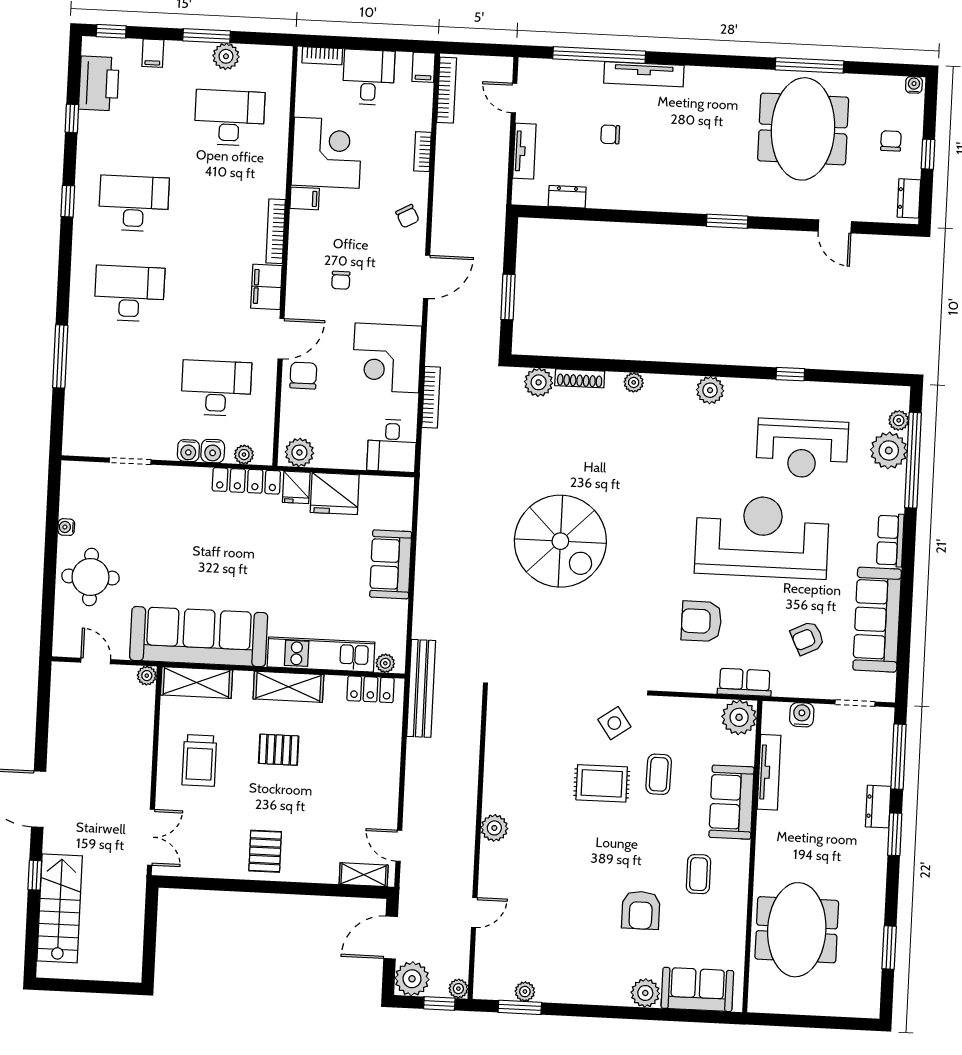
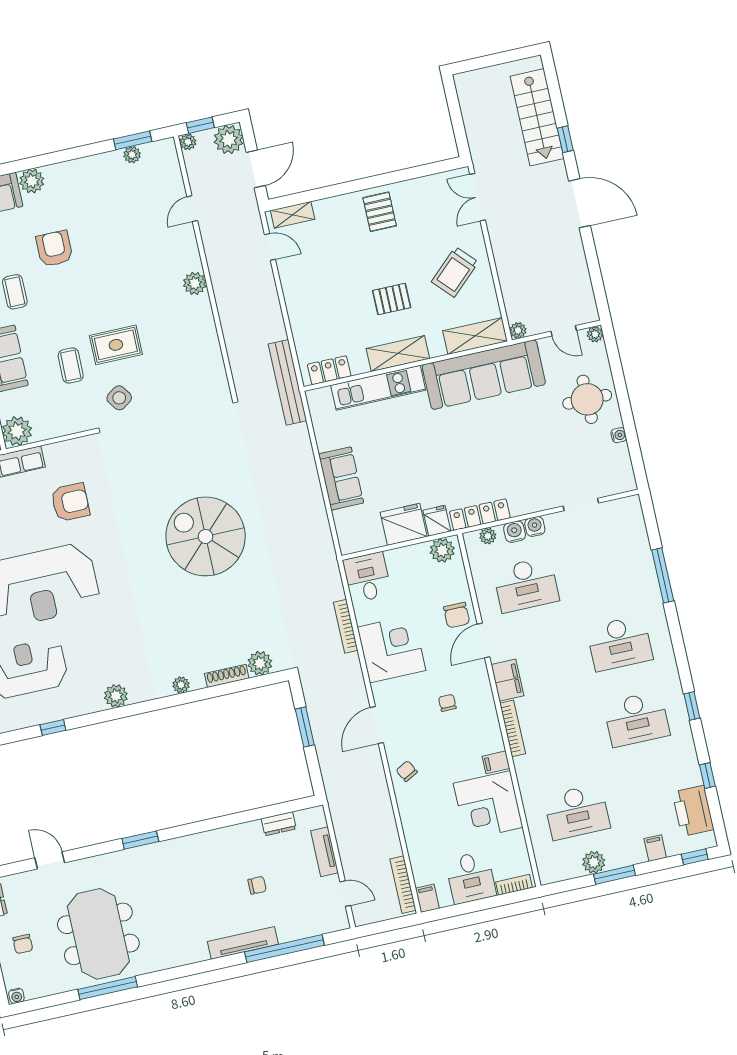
bookcase: (422, 152) -> (409, 828), removed
plant: (385, 663) -> (595, 334), moved
trolley: (199, 760) -> (455, 272), turned -133

